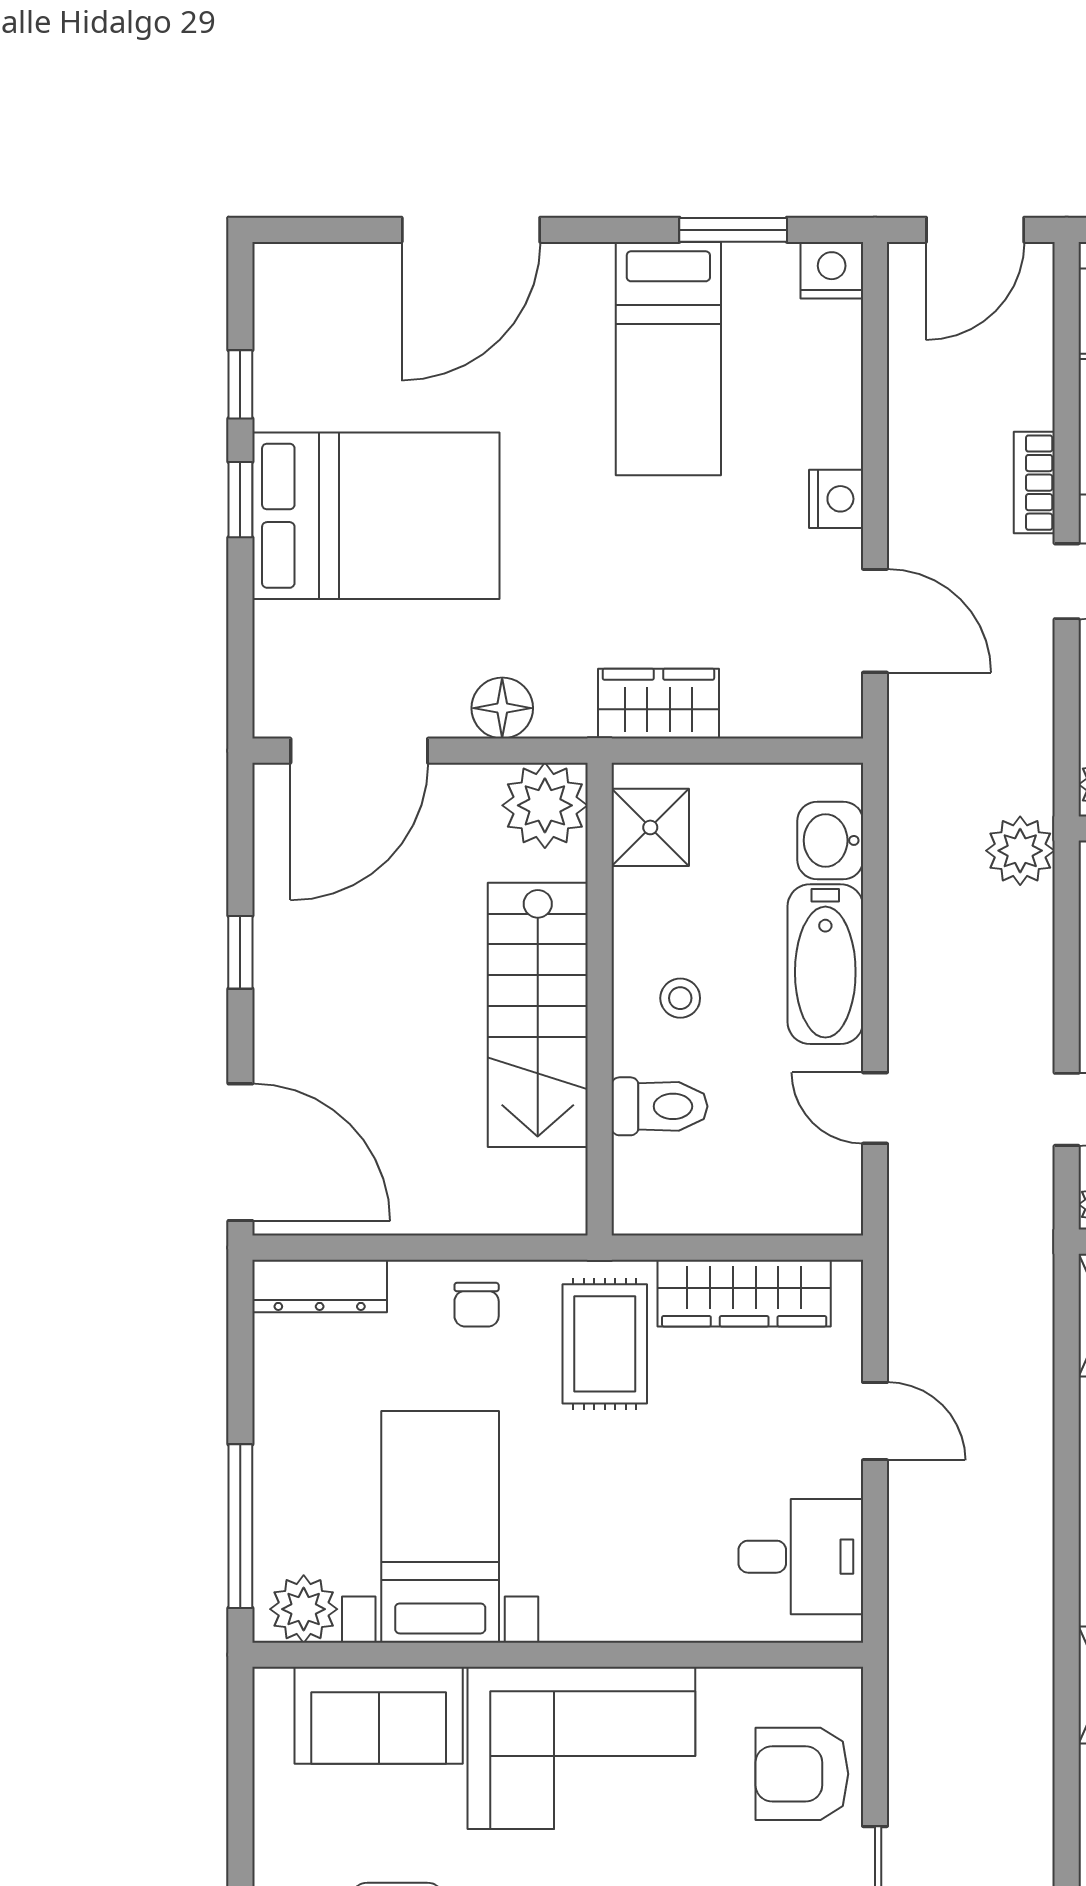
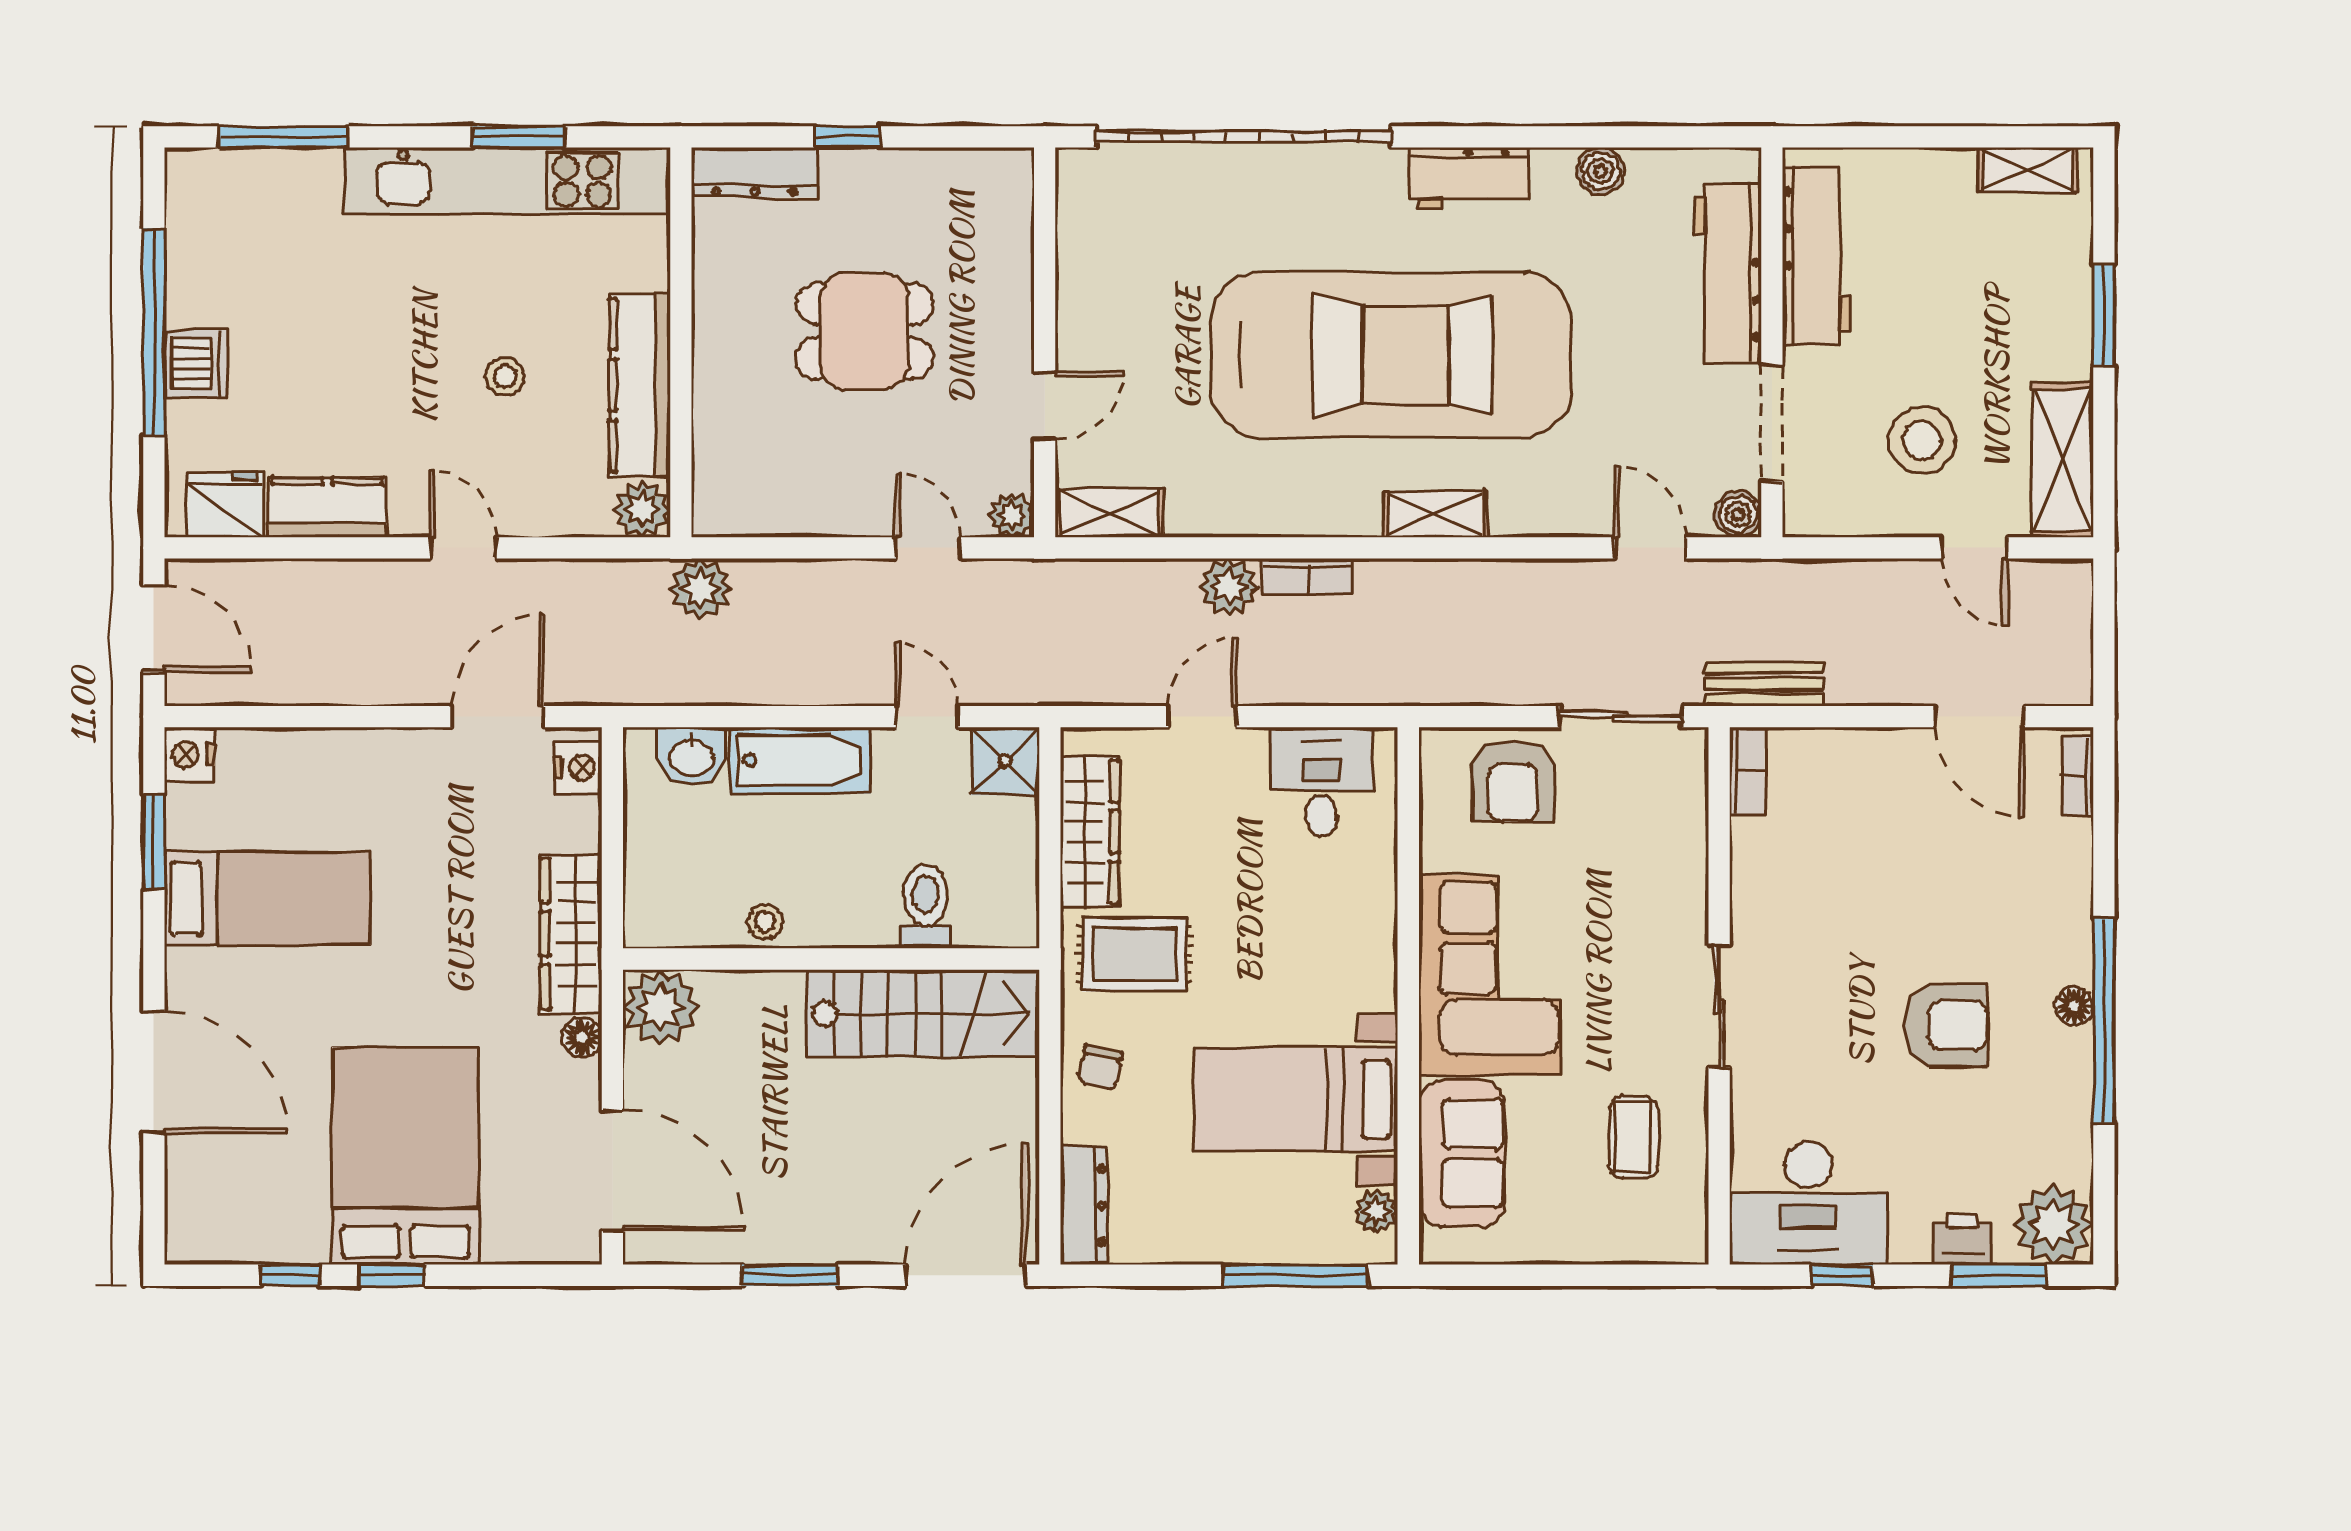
bookcase: (1034, 483) -> (1307, 576), moved
nightstand: (836, 499) -> (578, 768), moved, turned 90
wardrobe: (658, 704) -> (571, 934), width x1.50
floor lamp: (502, 708) -> (582, 1037), width x0.73, depth x0.73
shower: (650, 827) -> (1005, 761), moved
window: (240, 952) -> (790, 1275), width x1.50
stool: (680, 998) -> (765, 922), moved
stairs: (538, 1015) -> (923, 1013), moved
door: (875, 1108) -> (927, 717), swing flipped
chair: (477, 1305) -> (1100, 1067), turned 102
plant: (1022, 1451) -> (1229, 587), added
plant: (304, 1609) -> (1376, 1211), width x0.73, depth x0.73

